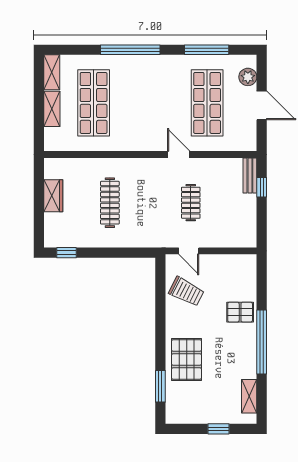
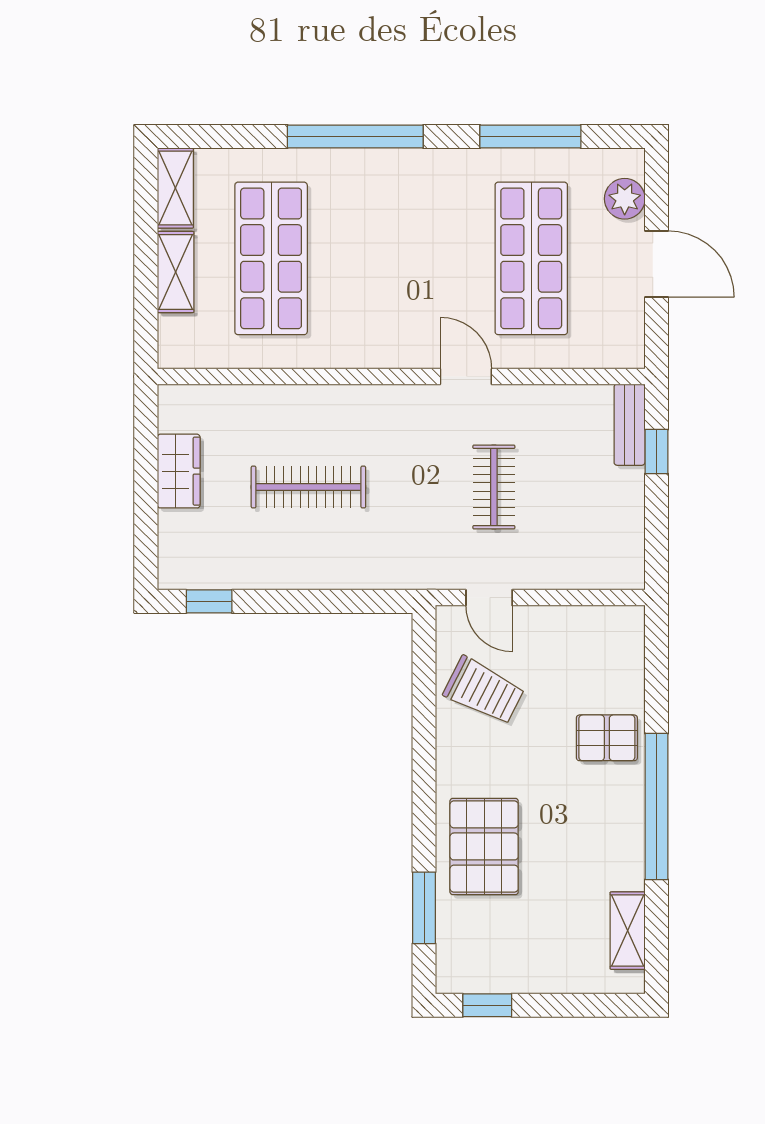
clothes rail: (110, 203) -> (308, 487), turned 90
window: (218, 429) -> (487, 1005), moved

